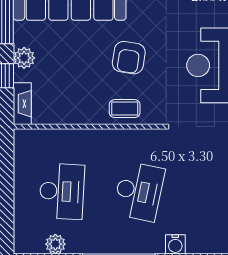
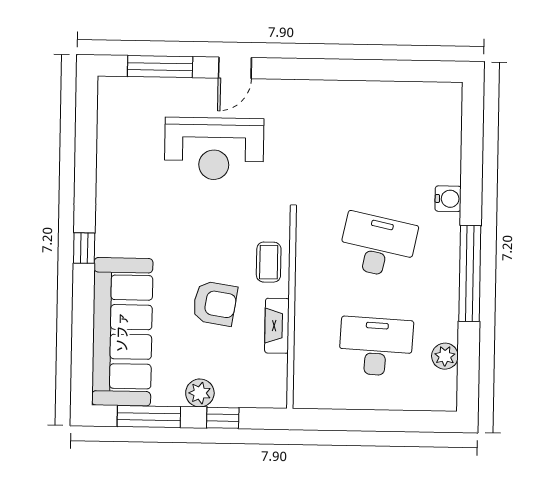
armchair: (129, 58) -> (215, 303), moved
fireplace: (22, 104) -> (277, 326), moved, turned -90

